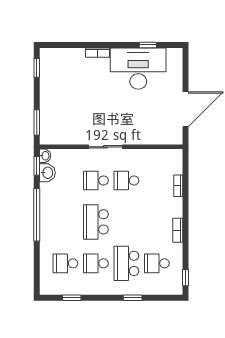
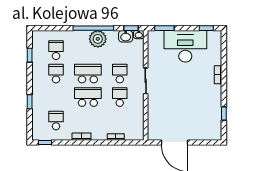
desk: (138, 69) -> (185, 46), moved, turned -90
plant: (51, 209) -> (98, 39), added
school desk: (126, 263) -> (88, 97), moved

